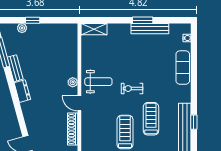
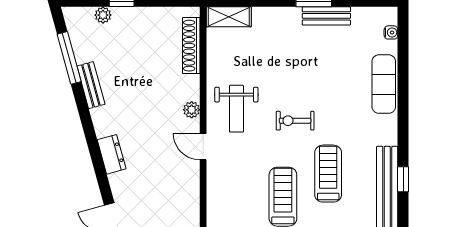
bench: (150, 29) -> (326, 16), width x0.73
weight bench: (98, 82) -> (236, 109), turned 90
dresser: (22, 91) -> (112, 154), moved
shoe rack: (73, 129) -> (191, 46), moved

